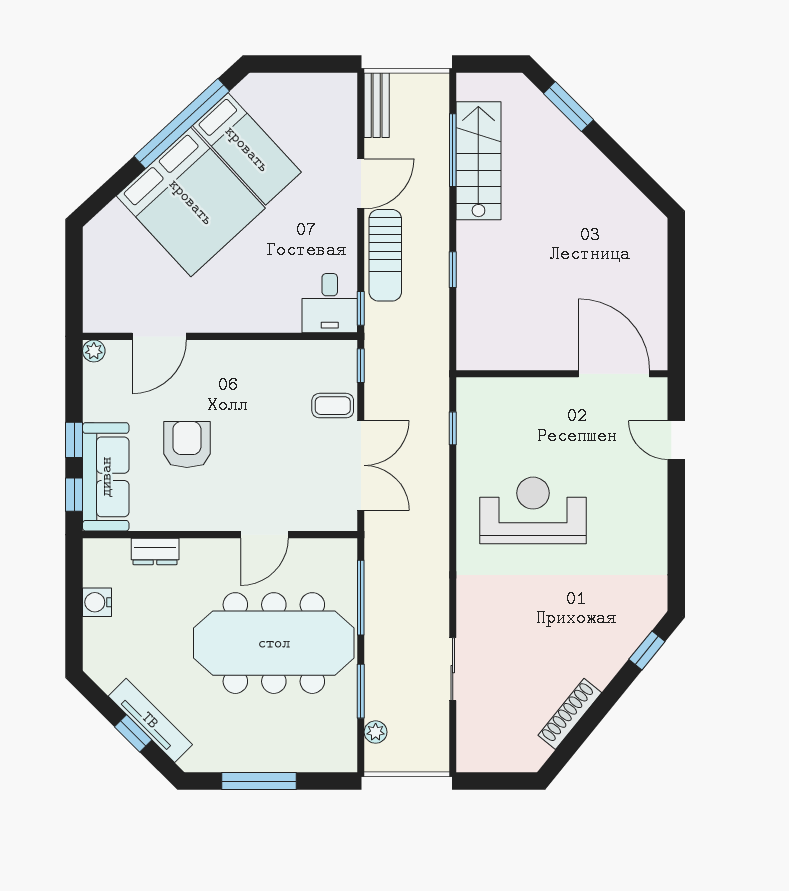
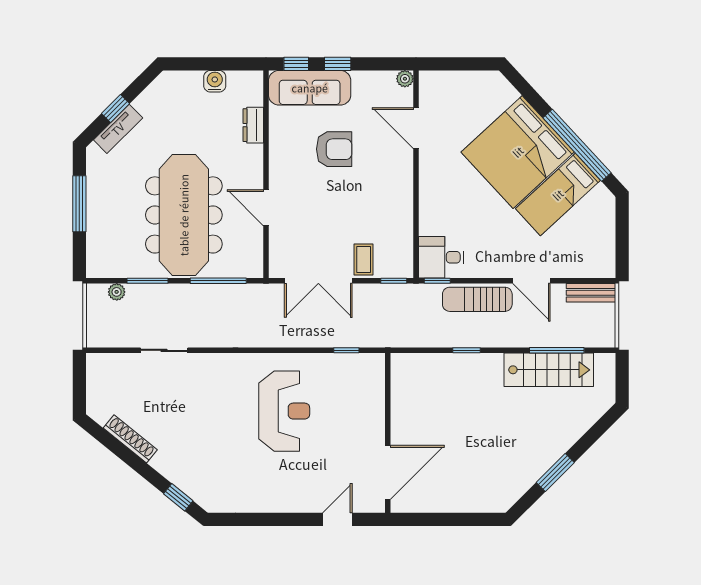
window: (568, 107) -> (555, 472), moved
tv unit: (150, 720) -> (118, 129), width x0.71

